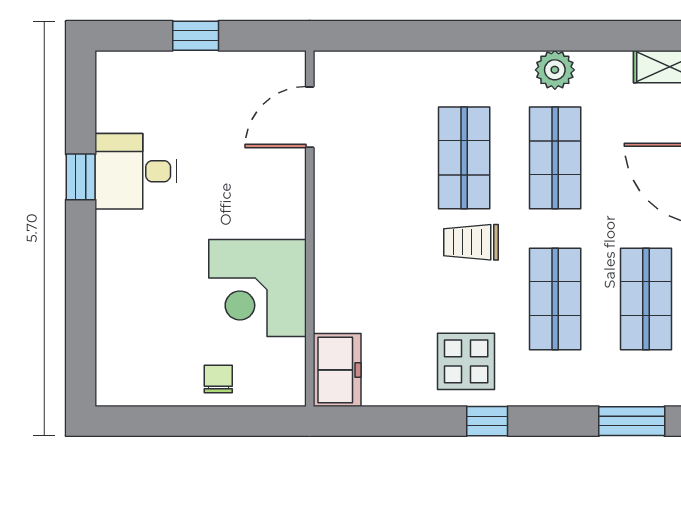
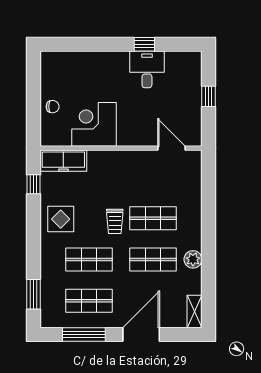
trolley: (471, 242) -> (115, 221), turned 180
freezer: (337, 370) -> (63, 161), width x1.40
window: (487, 421) -> (34, 184), moved

